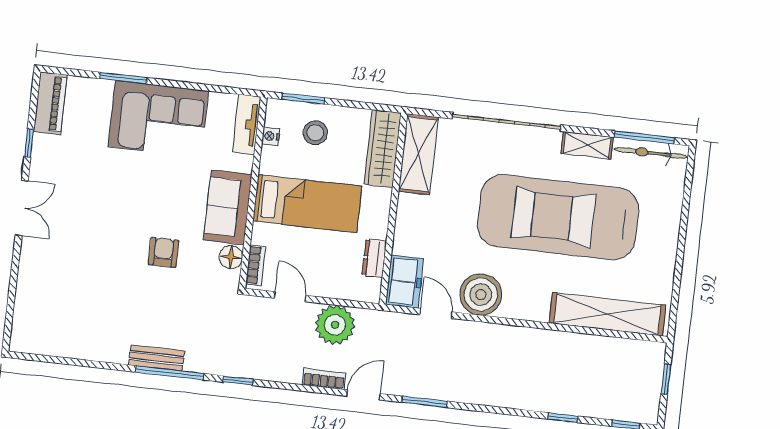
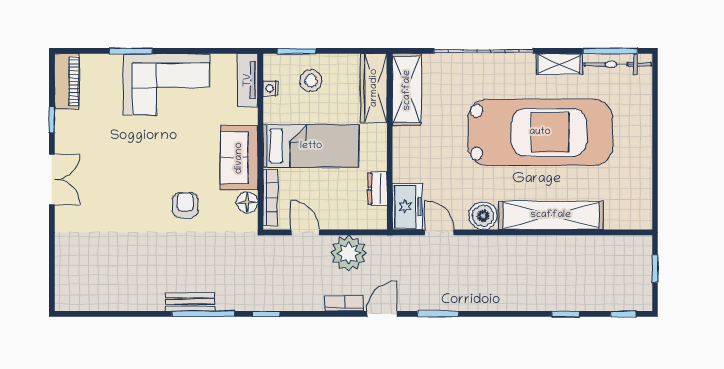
car: (558, 217) -> (540, 132), turned 180
bookcase: (256, 265) -> (270, 197), width x1.56
boiler: (481, 294) -> (483, 216), width x0.73, depth x0.73
shelving: (607, 314) -> (551, 215), moved

